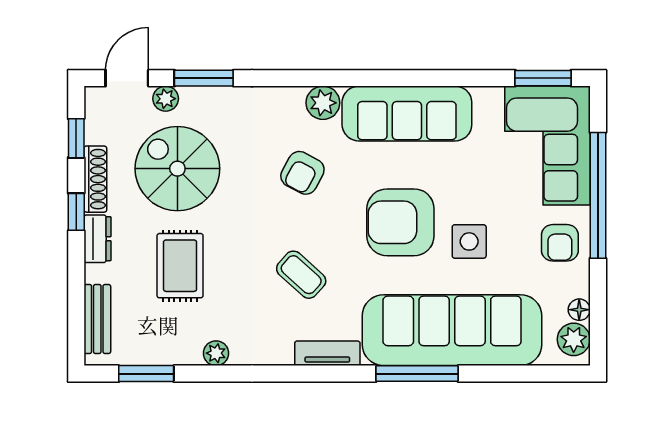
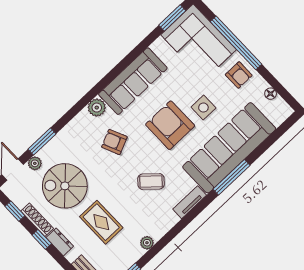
armchair: (302, 173) -> (114, 142), turned 128
armchair: (400, 222) -> (170, 125), turned 90
plant: (574, 339) -> (279, 107), removed

